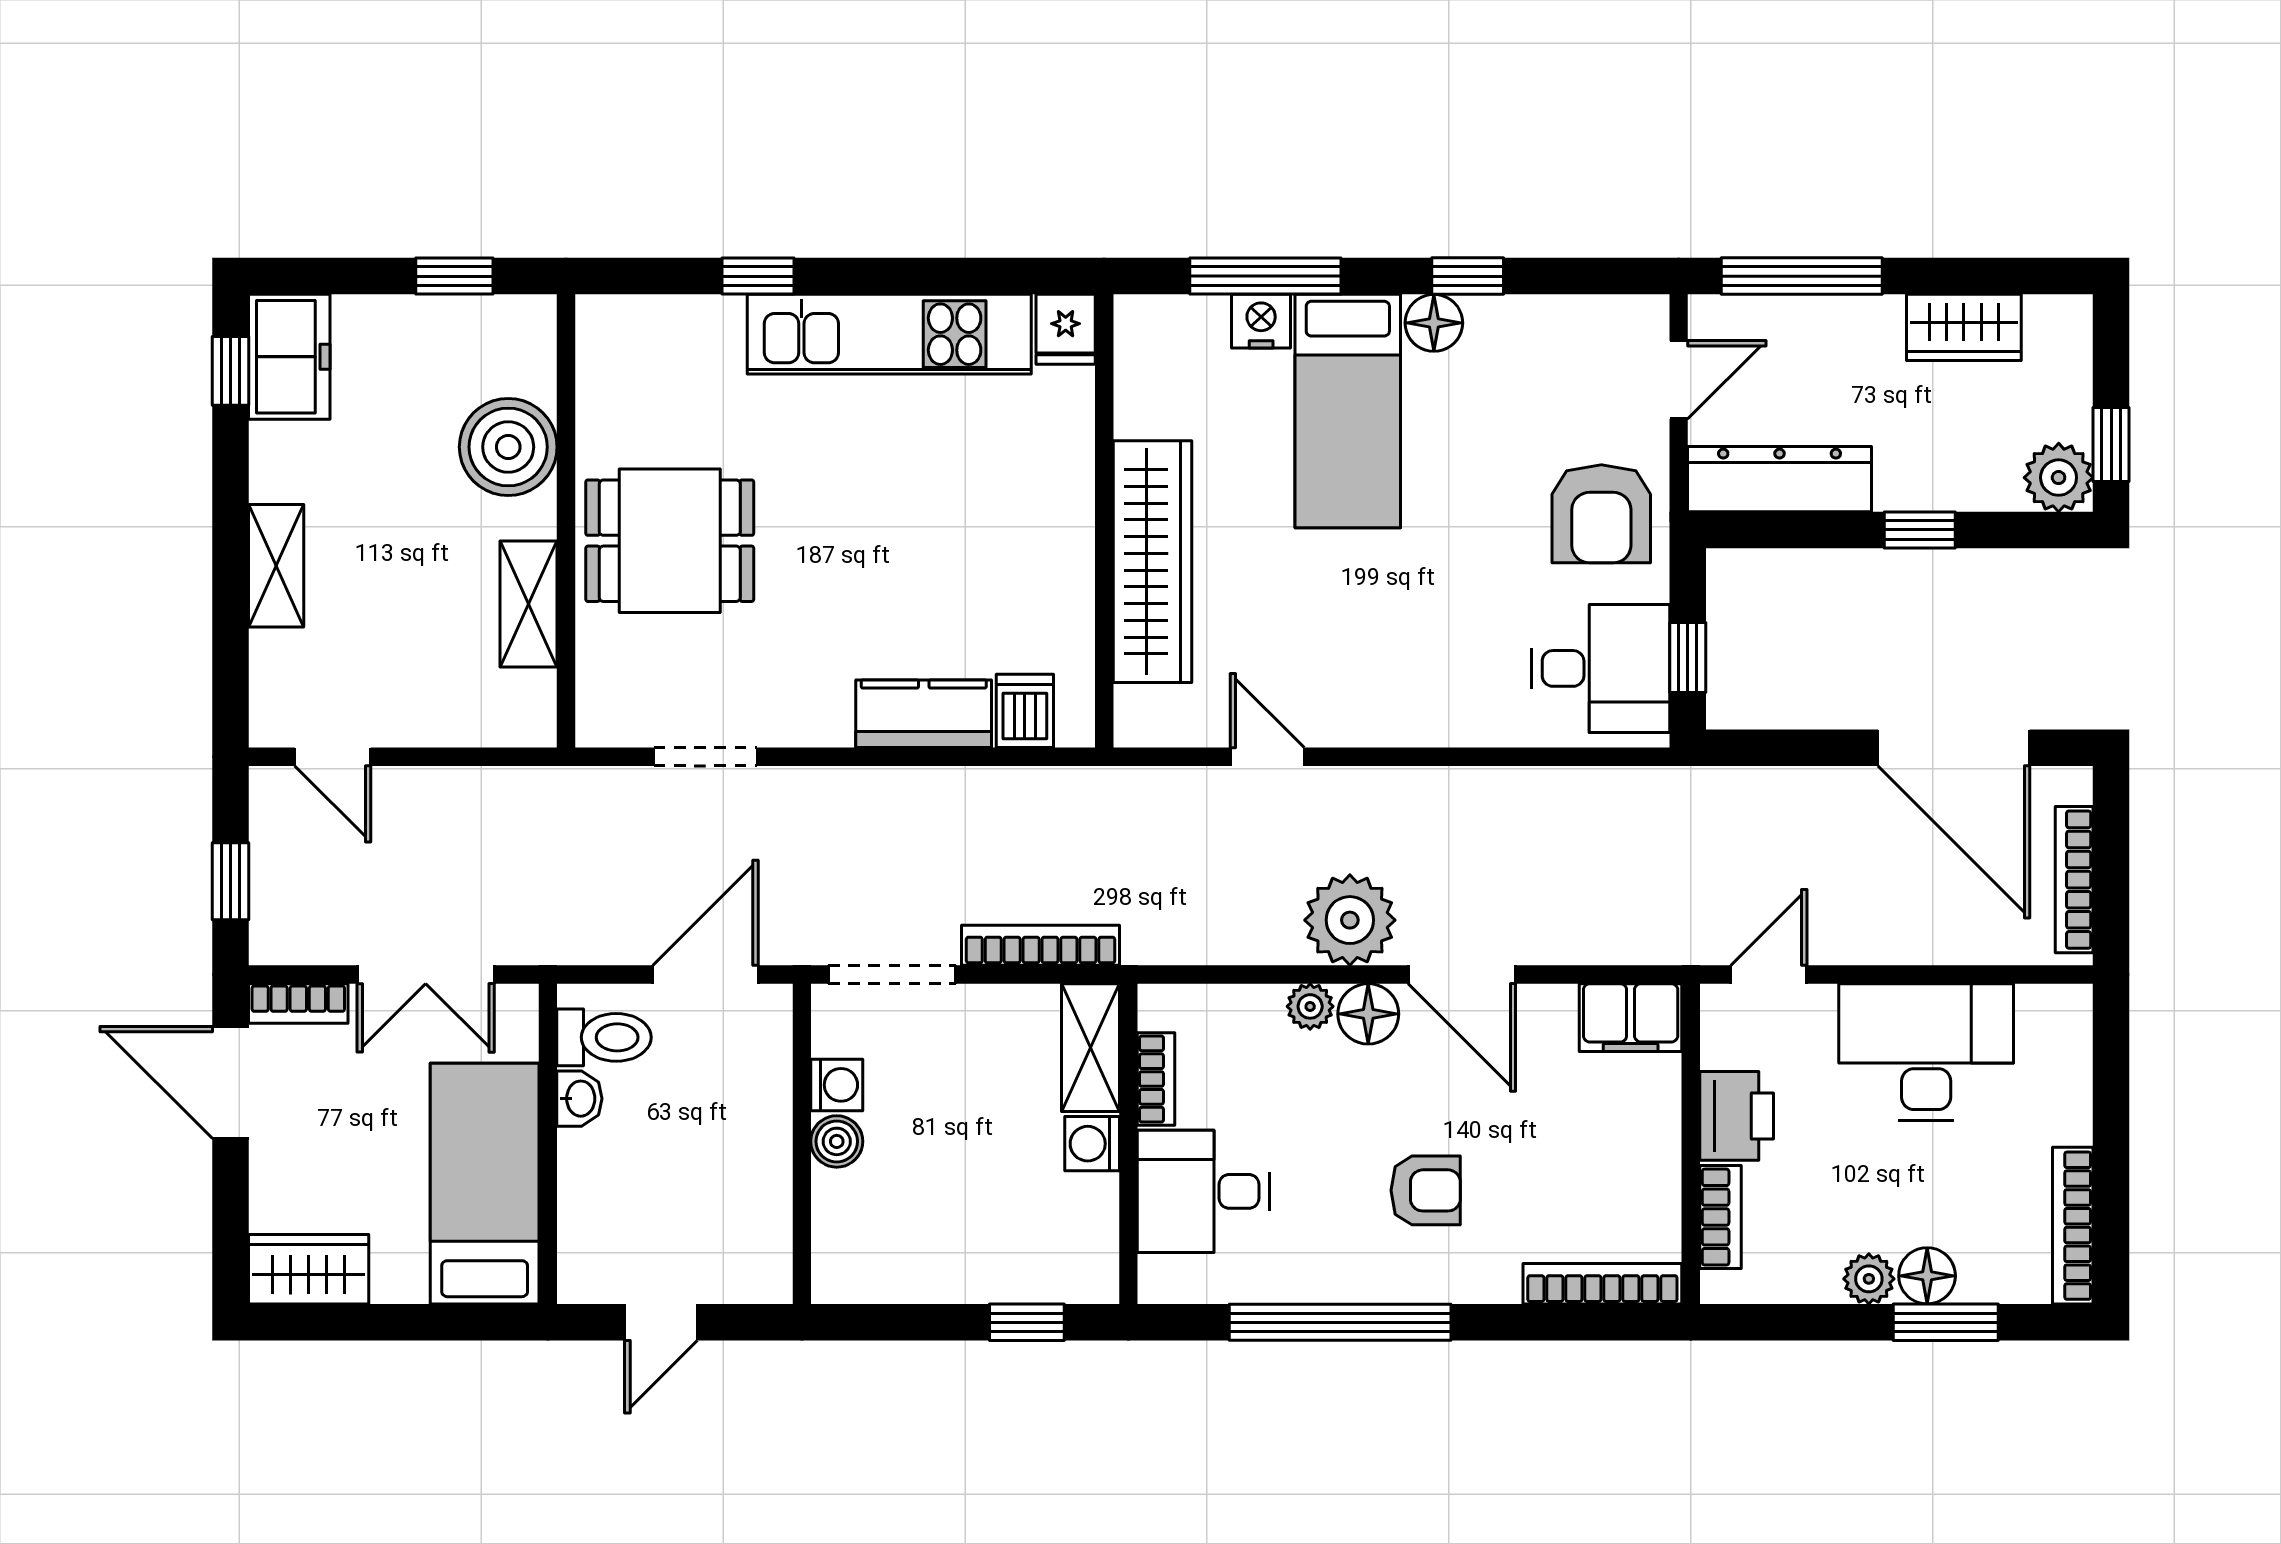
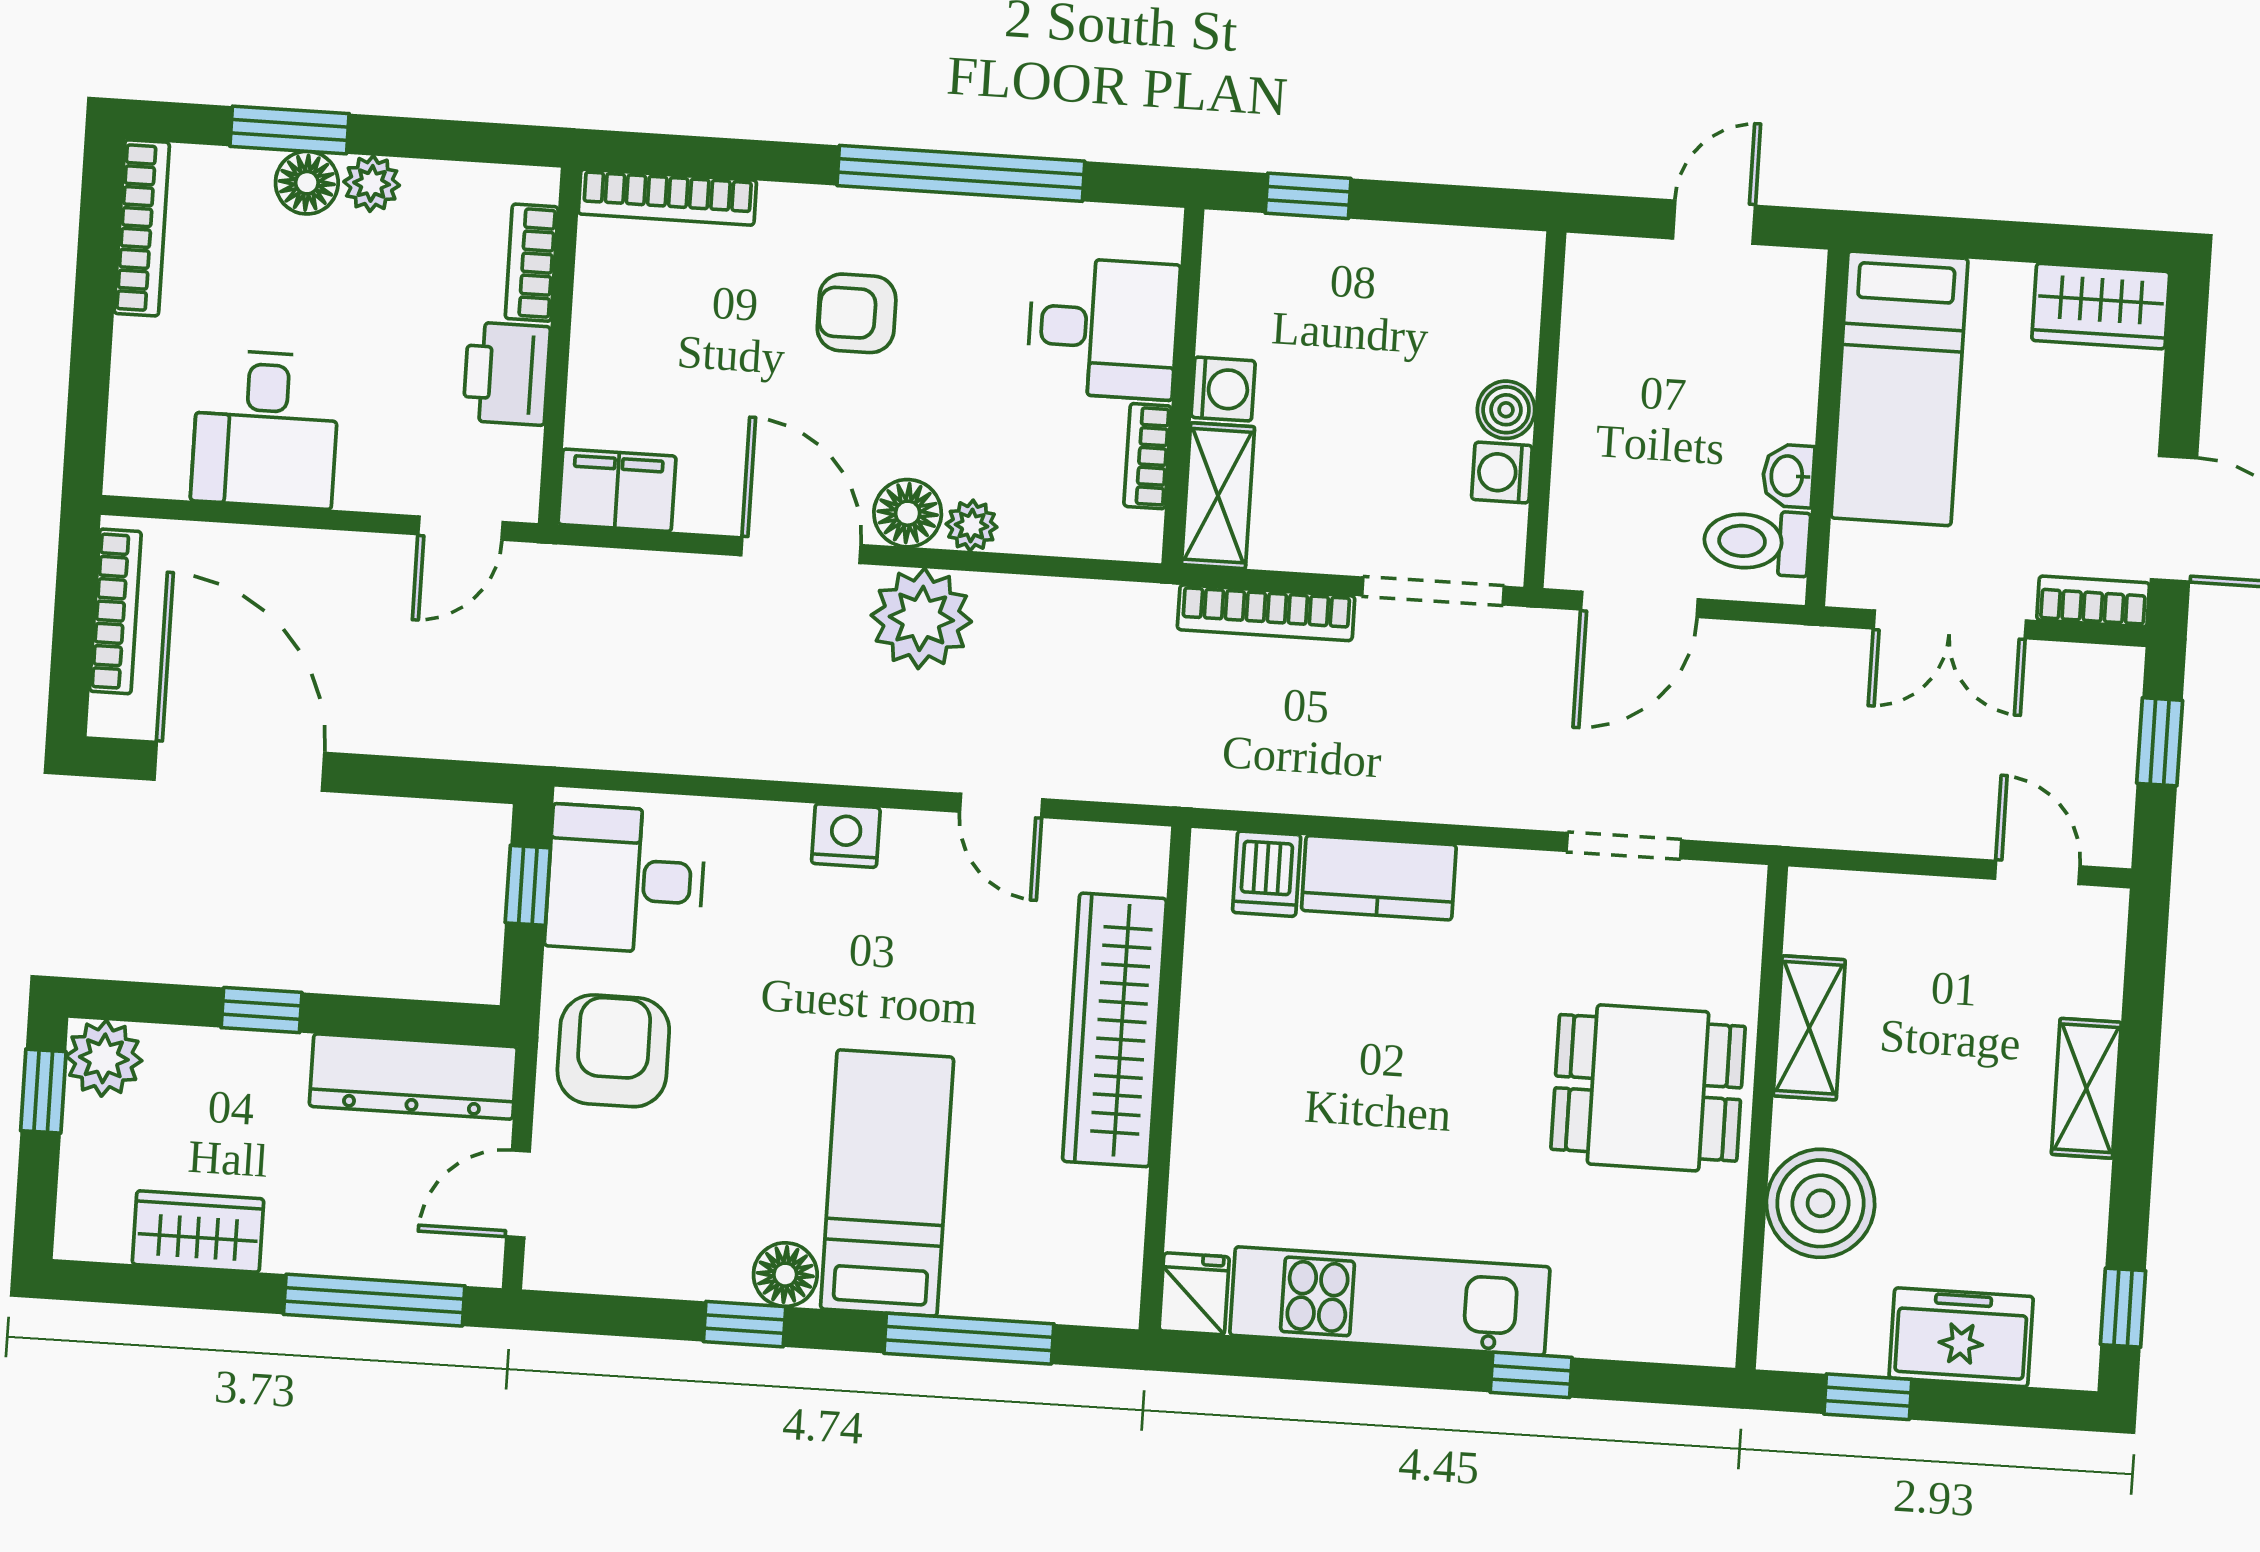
nightstand: (1261, 321) -> (846, 836), moved, turned 180
freezer: (289, 357) -> (1961, 1337), moved, turned 90
double door: (426, 974) -> (1950, 624), swing flipped
desk: (1926, 1052) -> (266, 429), width x0.73

